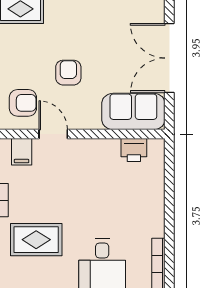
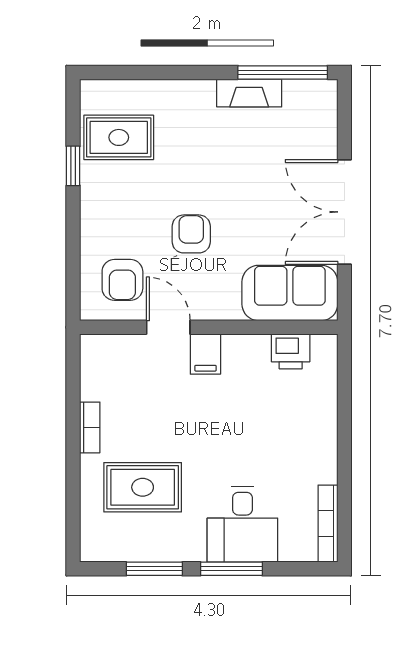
armchair: (23, 103) -> (122, 280), turned 90
filing cabinet: (22, 152) -> (205, 354), moved

